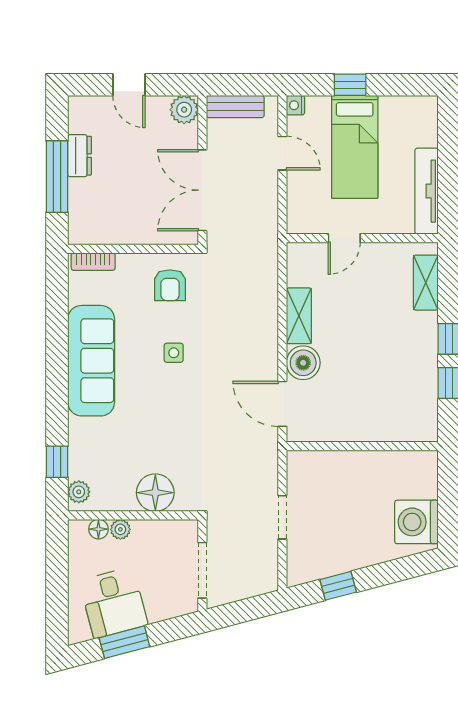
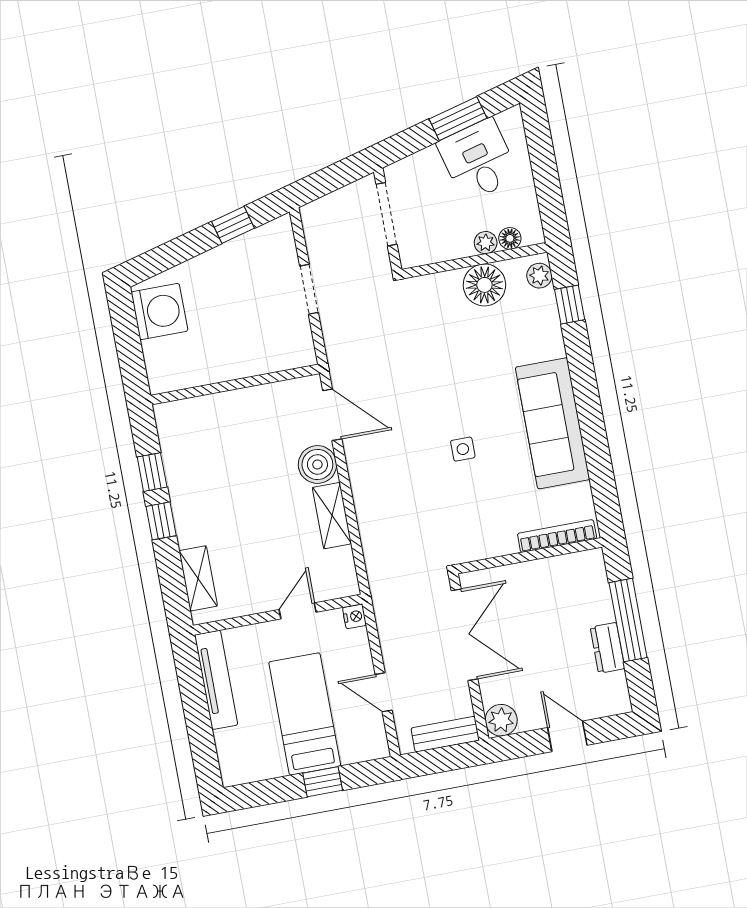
nightstand: (295, 105) -> (354, 616), moved
bookcase: (93, 262) -> (557, 536), width x1.56
armchair: (170, 285) -> (481, 523), removed
floor lamp: (155, 493) -> (484, 285), moved

